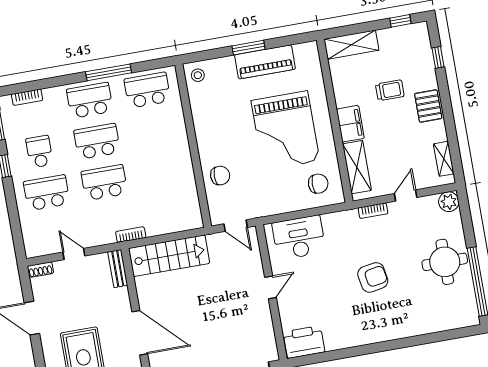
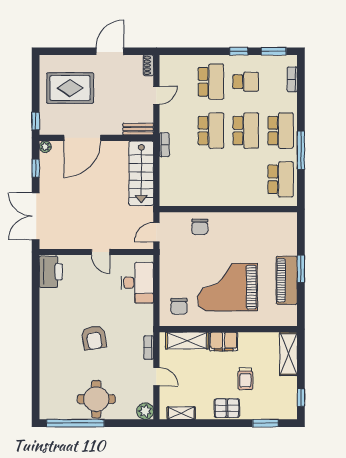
window: (438, 57) -> (265, 423), width x1.50
stool: (198, 75) -> (286, 223), removed

